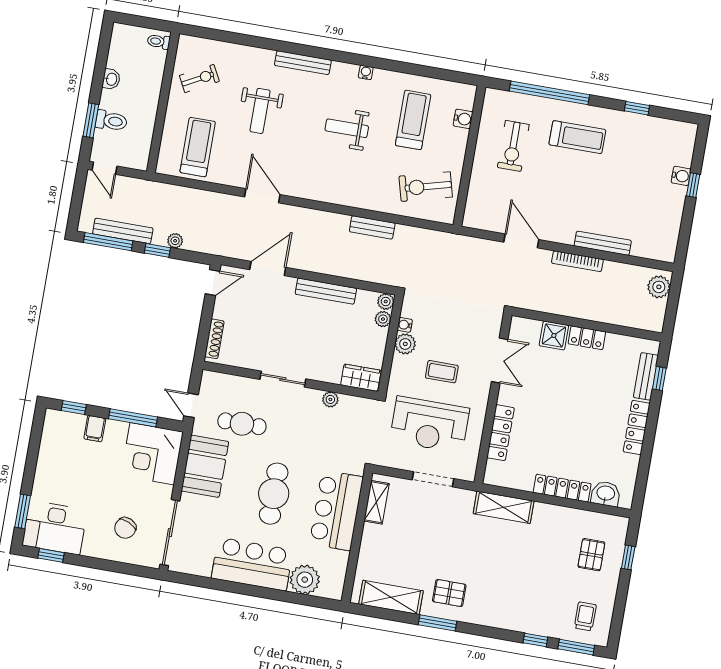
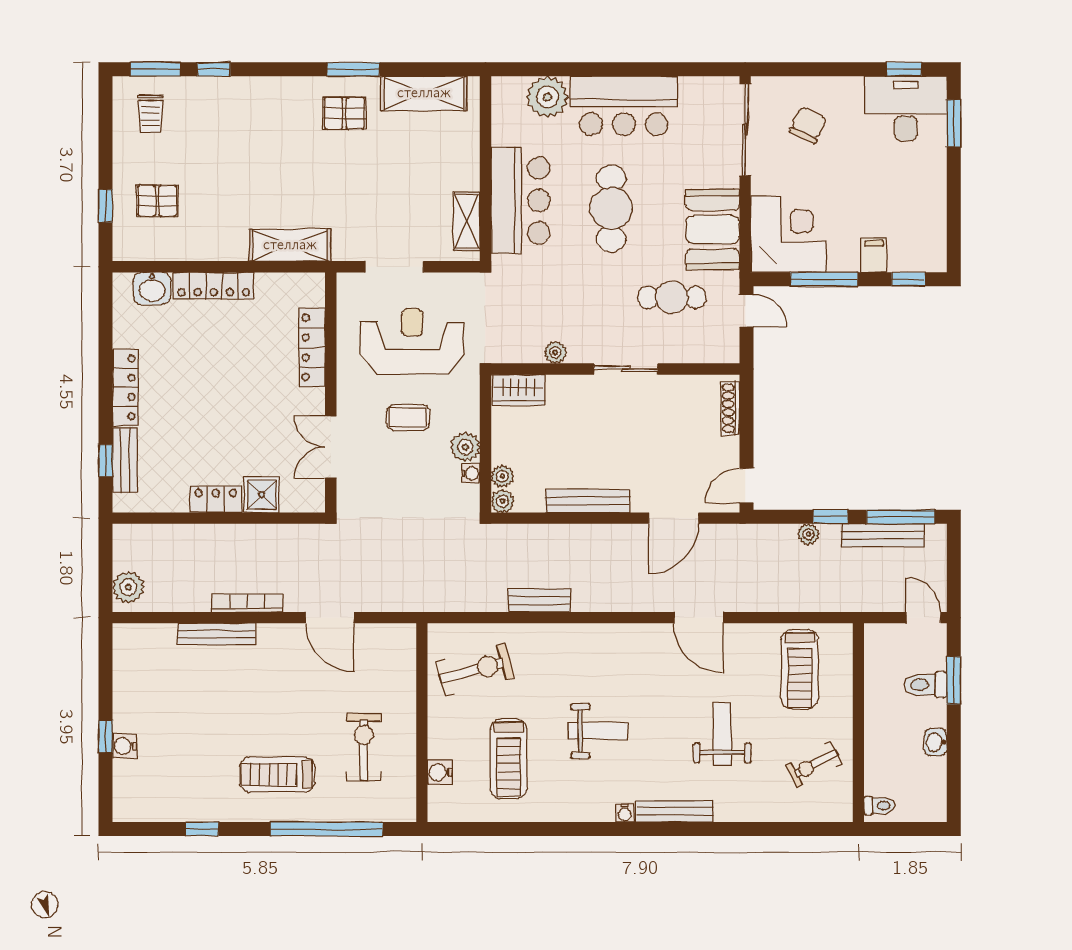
water cooler: (366, 72) -> (625, 813), moved
pallet: (591, 555) -> (157, 201), turned 90

